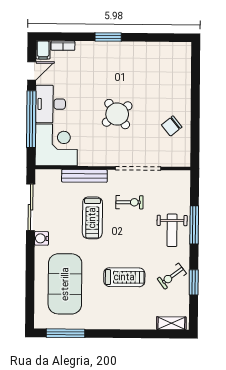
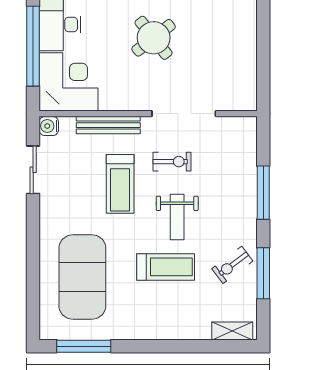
chair: (172, 126) -> (230, 54), removed
sliding door: (31, 207) -> (33, 170), width x0.73
weight bench: (172, 230) -> (177, 217), moved
water cooler: (41, 238) -> (49, 126), moved
window: (194, 282) -> (263, 273), width x1.44

